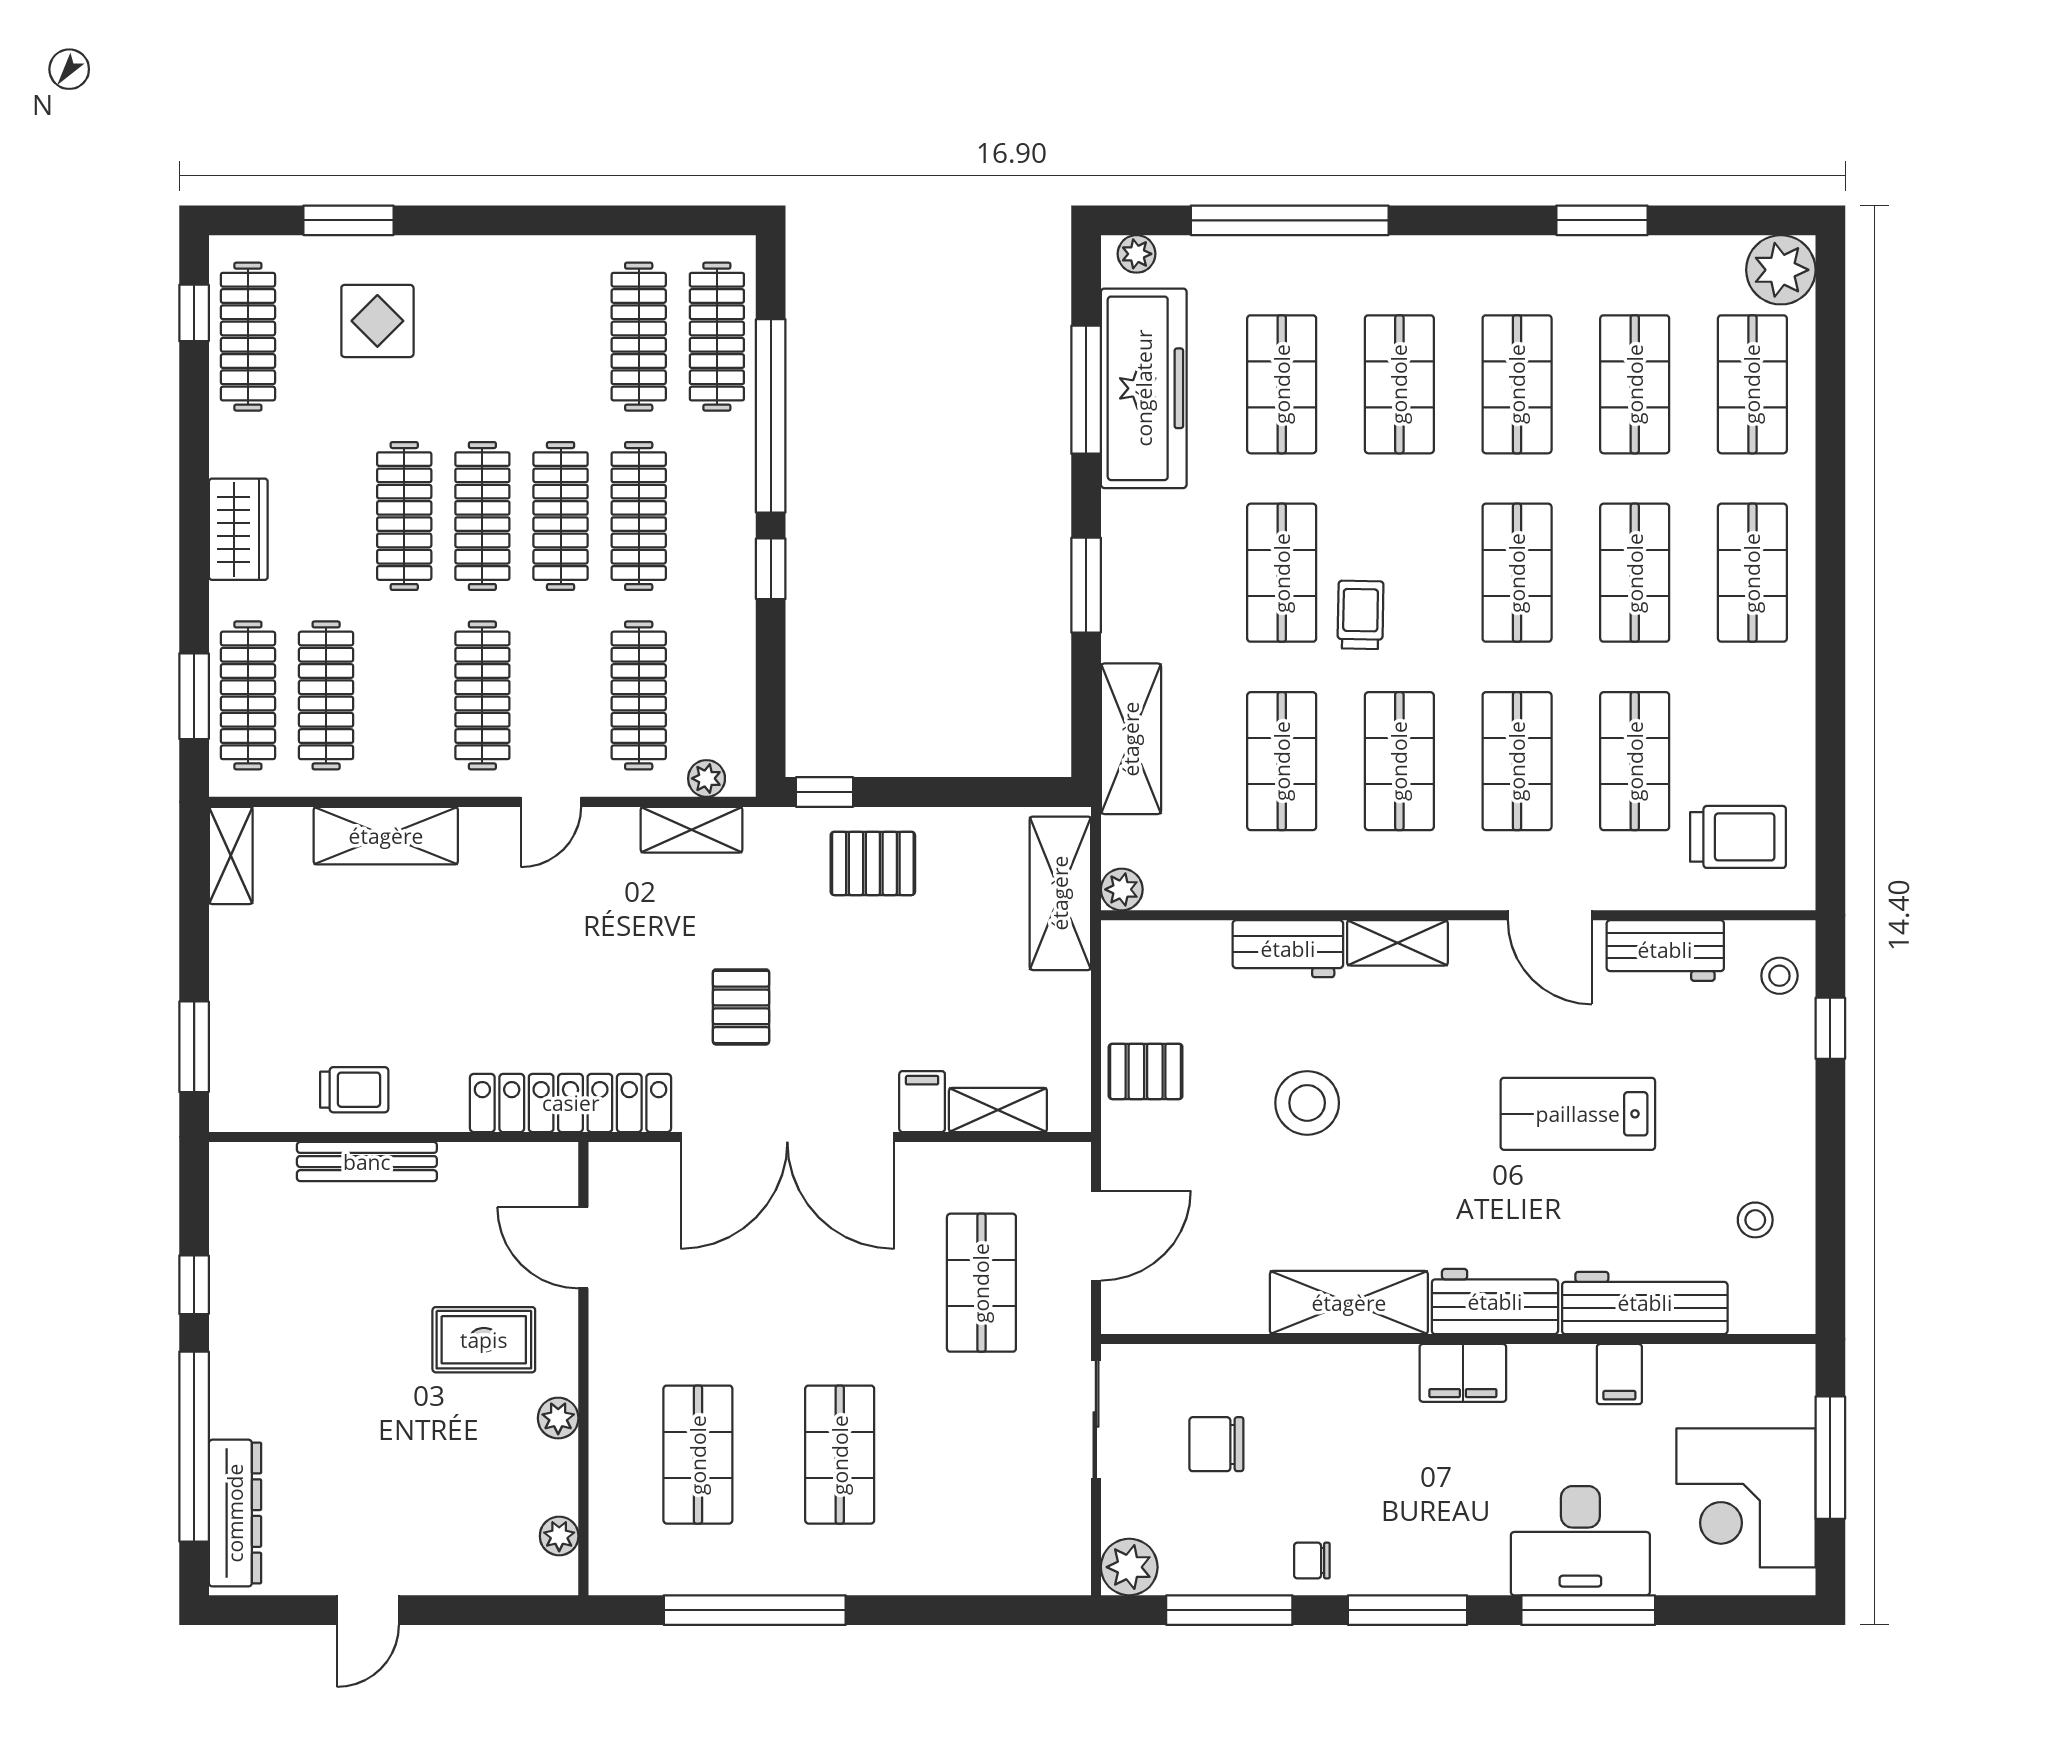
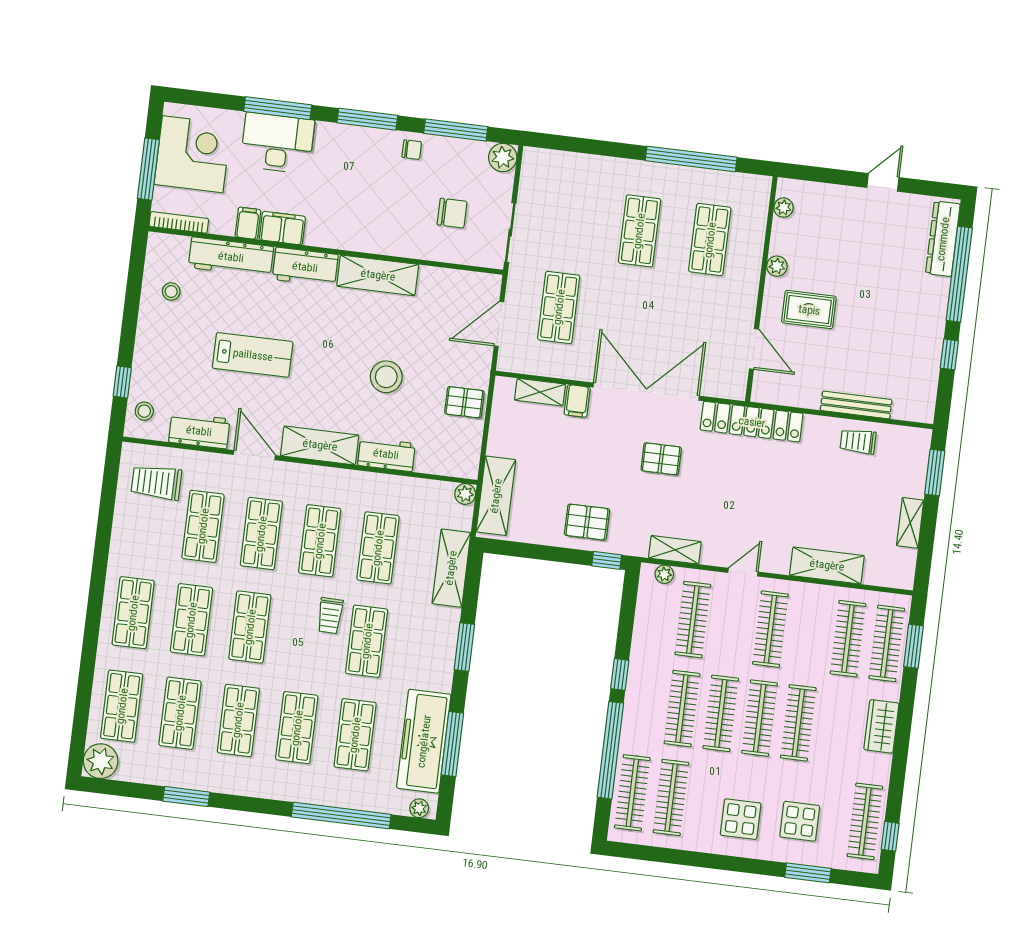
display table: (495, 311) -> (741, 819), added
shelving: (231, 855) -> (910, 523), moved
shelving: (1397, 943) -> (320, 445), width x1.50, depth x1.33
pallet: (741, 1007) -> (661, 459), turned 90
bookcase: (1757, 1359) -> (179, 222), added
filing cabinet: (1463, 1373) -> (282, 228), moved

